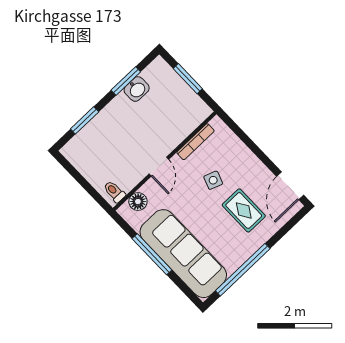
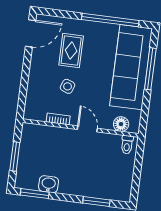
window: (126, 81) -> (35, 194), moved
bookcase: (195, 142) -> (58, 119), width x0.64
door: (159, 167) -> (87, 129), hinge flipped
window: (152, 254) -> (150, 69), moved

